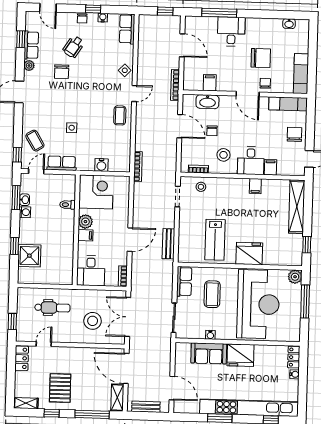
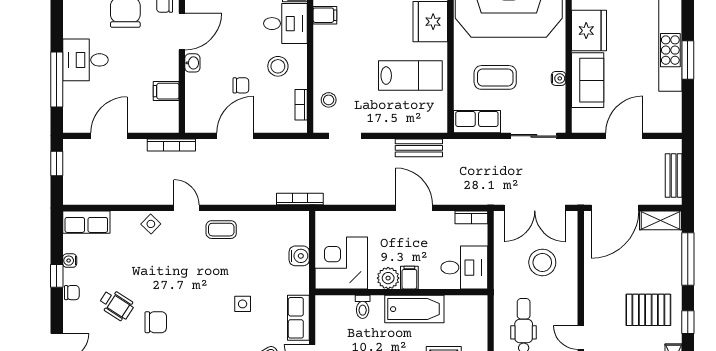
washbasin: (207, 102) -> (192, 63), moved, width x0.52, depth x0.69
bathtub: (65, 238) -> (414, 309), added
door: (172, 388) -> (624, 136), moved

